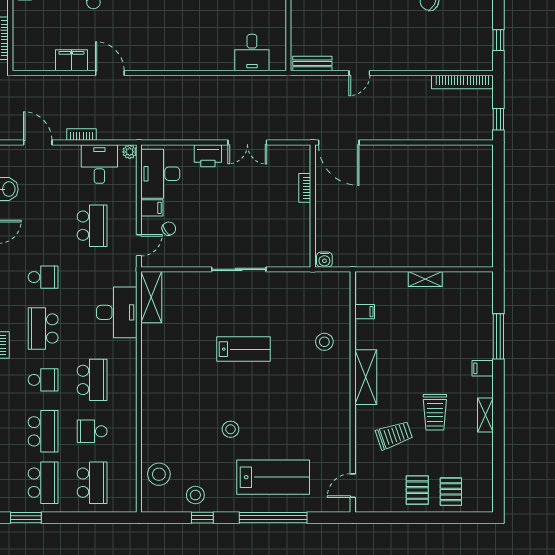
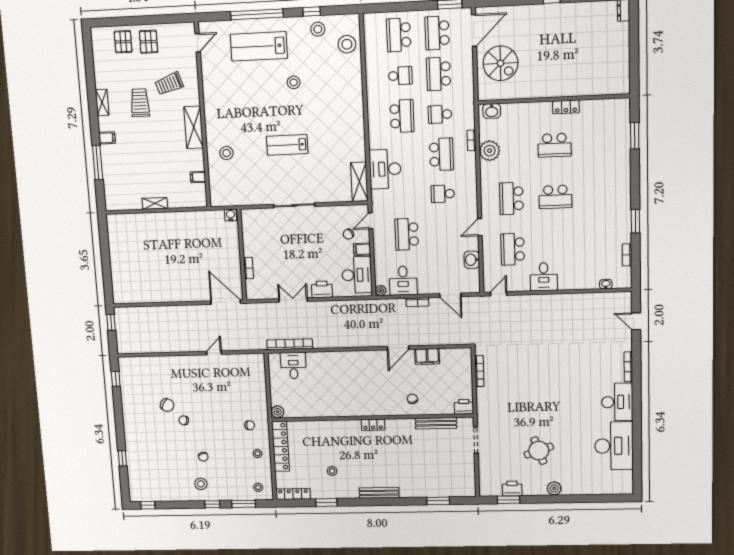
bench: (312, 63) -> (249, 359), removed
door: (110, 73) -> (398, 348), hinge flipped
bookcase: (462, 82) -> (290, 344), moved
school desk: (92, 380) -> (402, 116), turned 180

